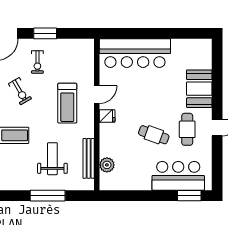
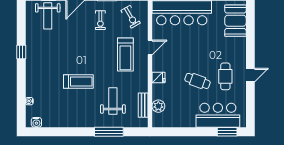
booth: (199, 89) -> (235, 21), moved
exercise bike: (20, 91) -> (131, 17), moved
fridge: (107, 116) -> (159, 77), moved
bench: (89, 158) -> (143, 105), width x0.73

